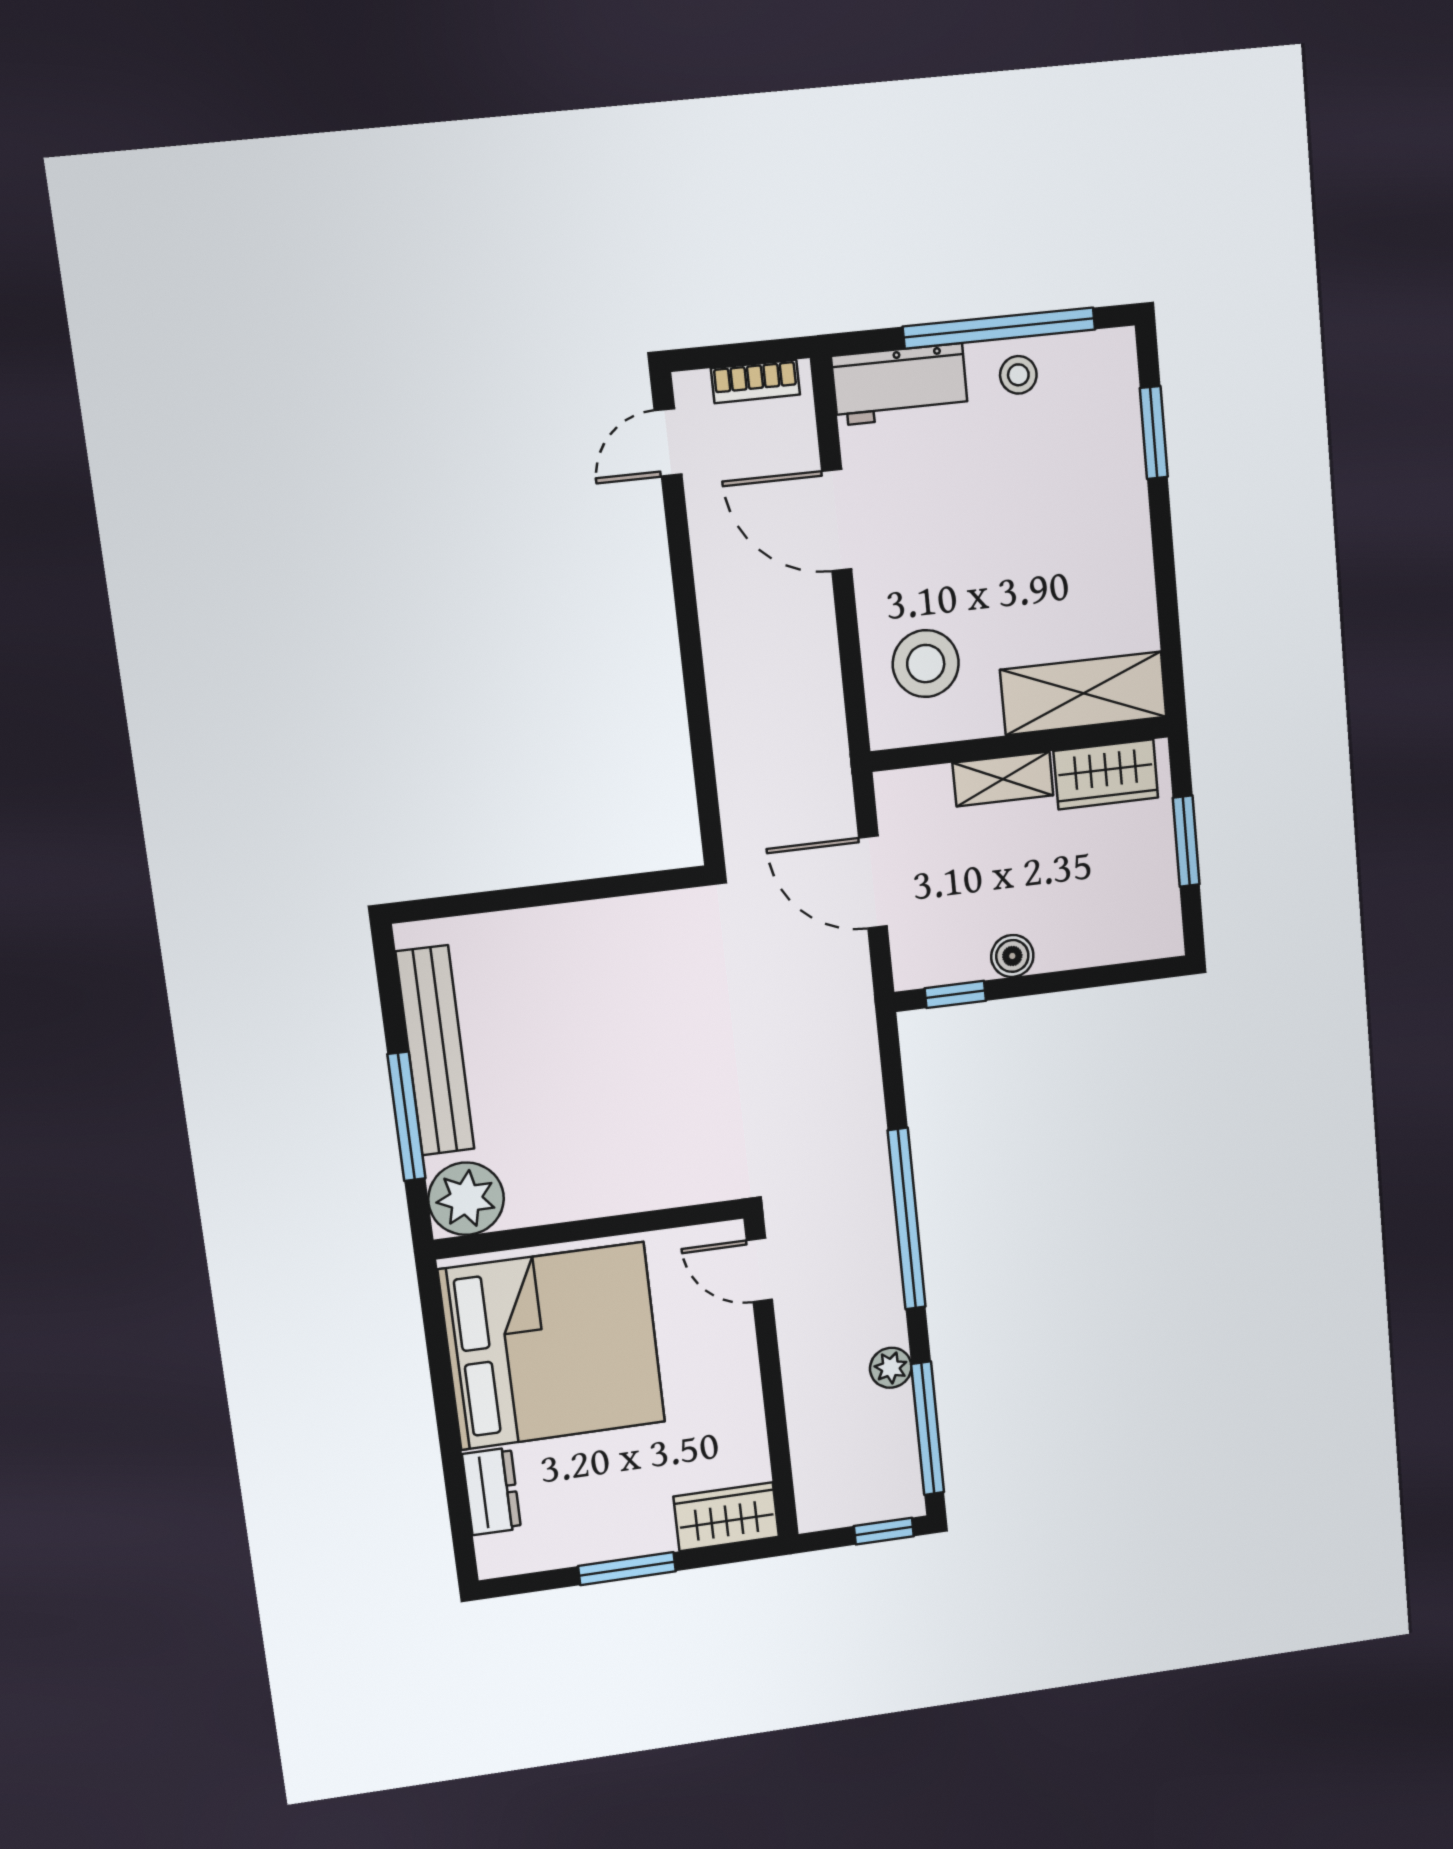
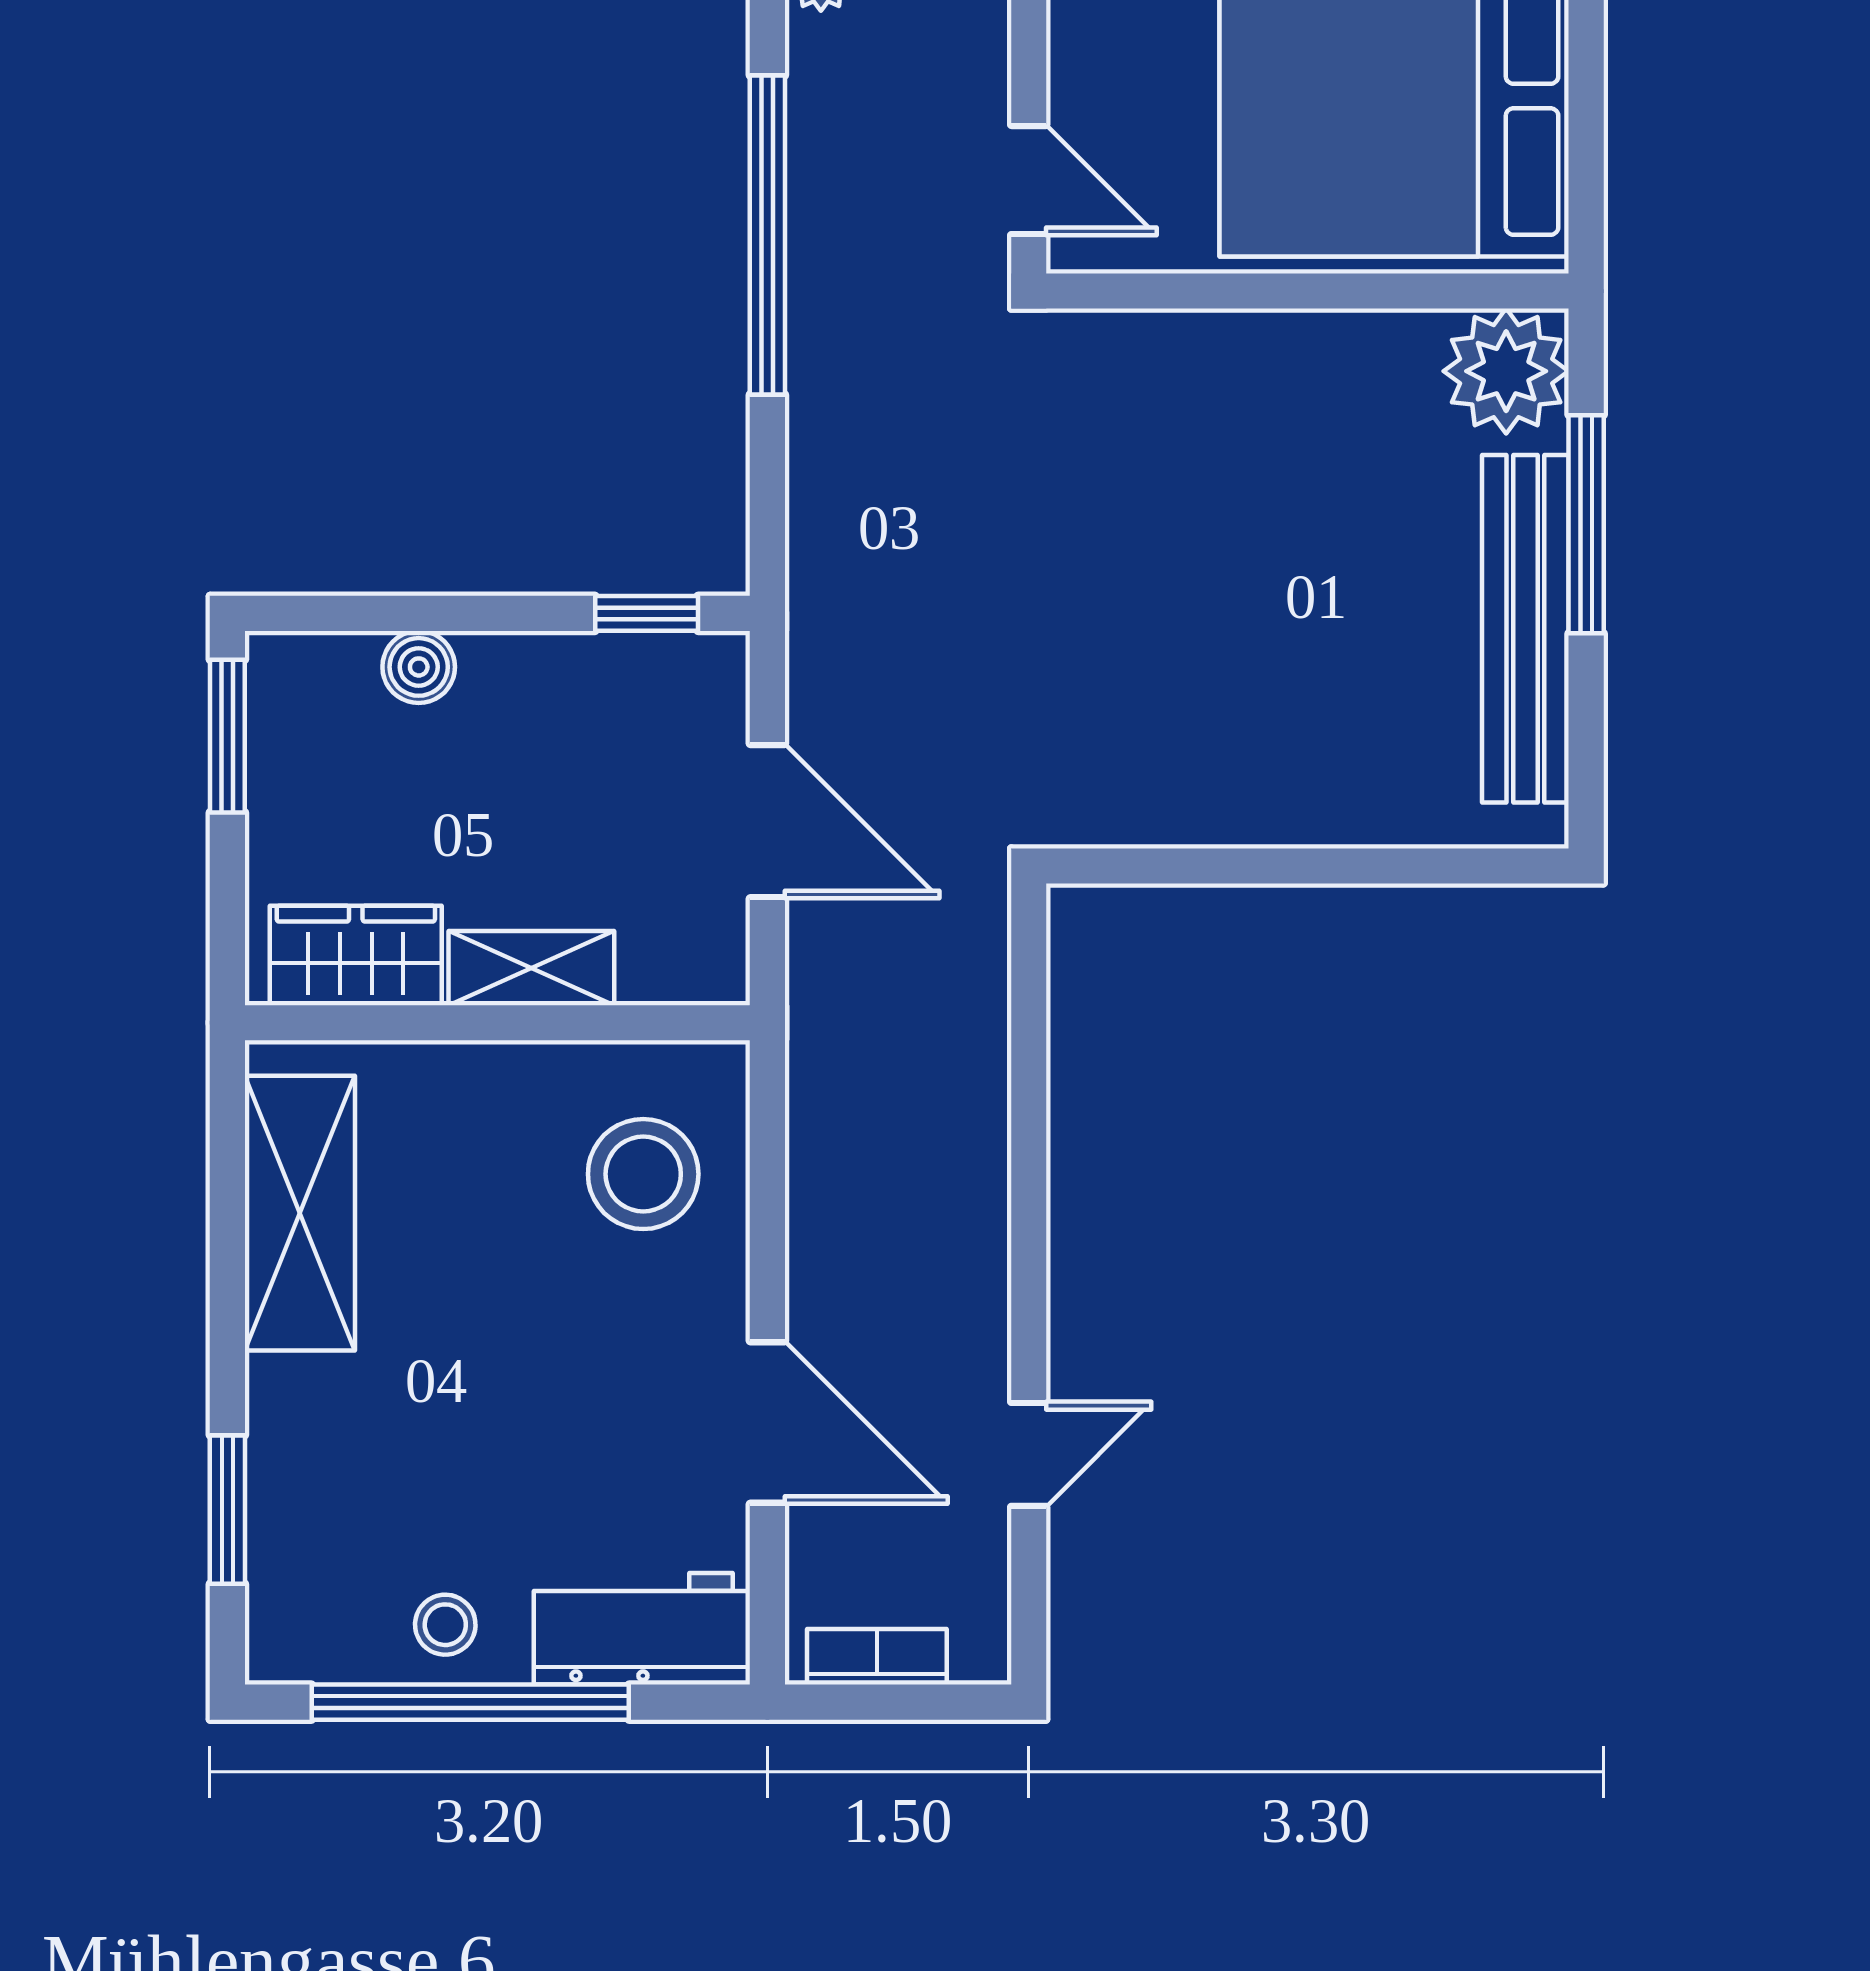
door: (668, 442) -> (1029, 1454), moved
shelving: (1083, 693) -> (300, 1213), moved, turned 90
window: (1186, 841) -> (227, 736), moved
boiler: (1012, 956) -> (419, 667), moved

